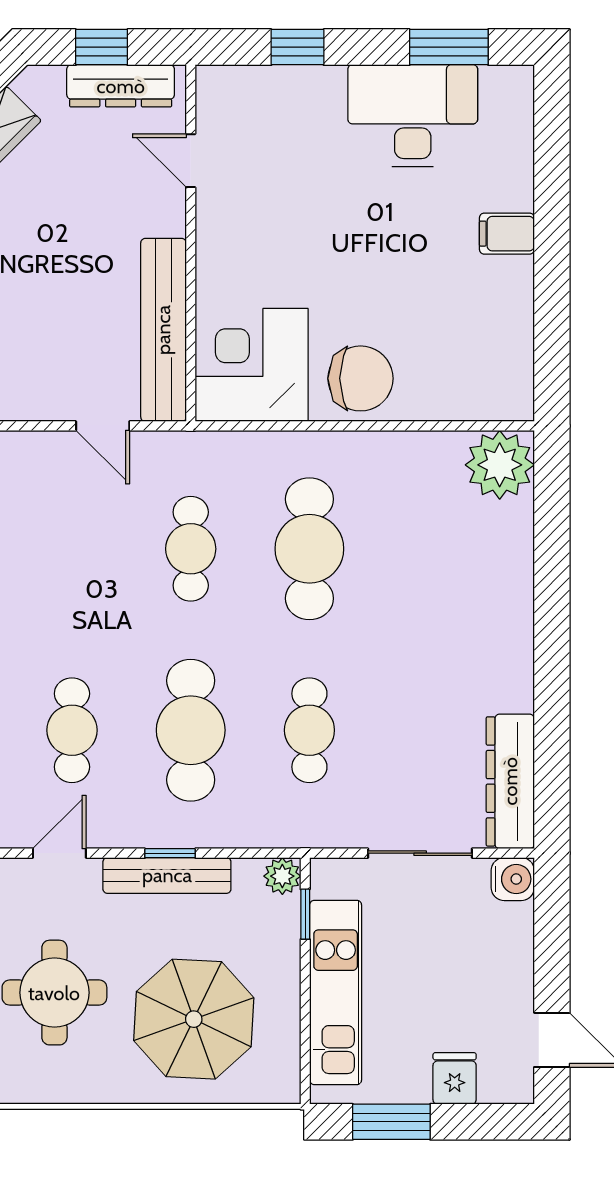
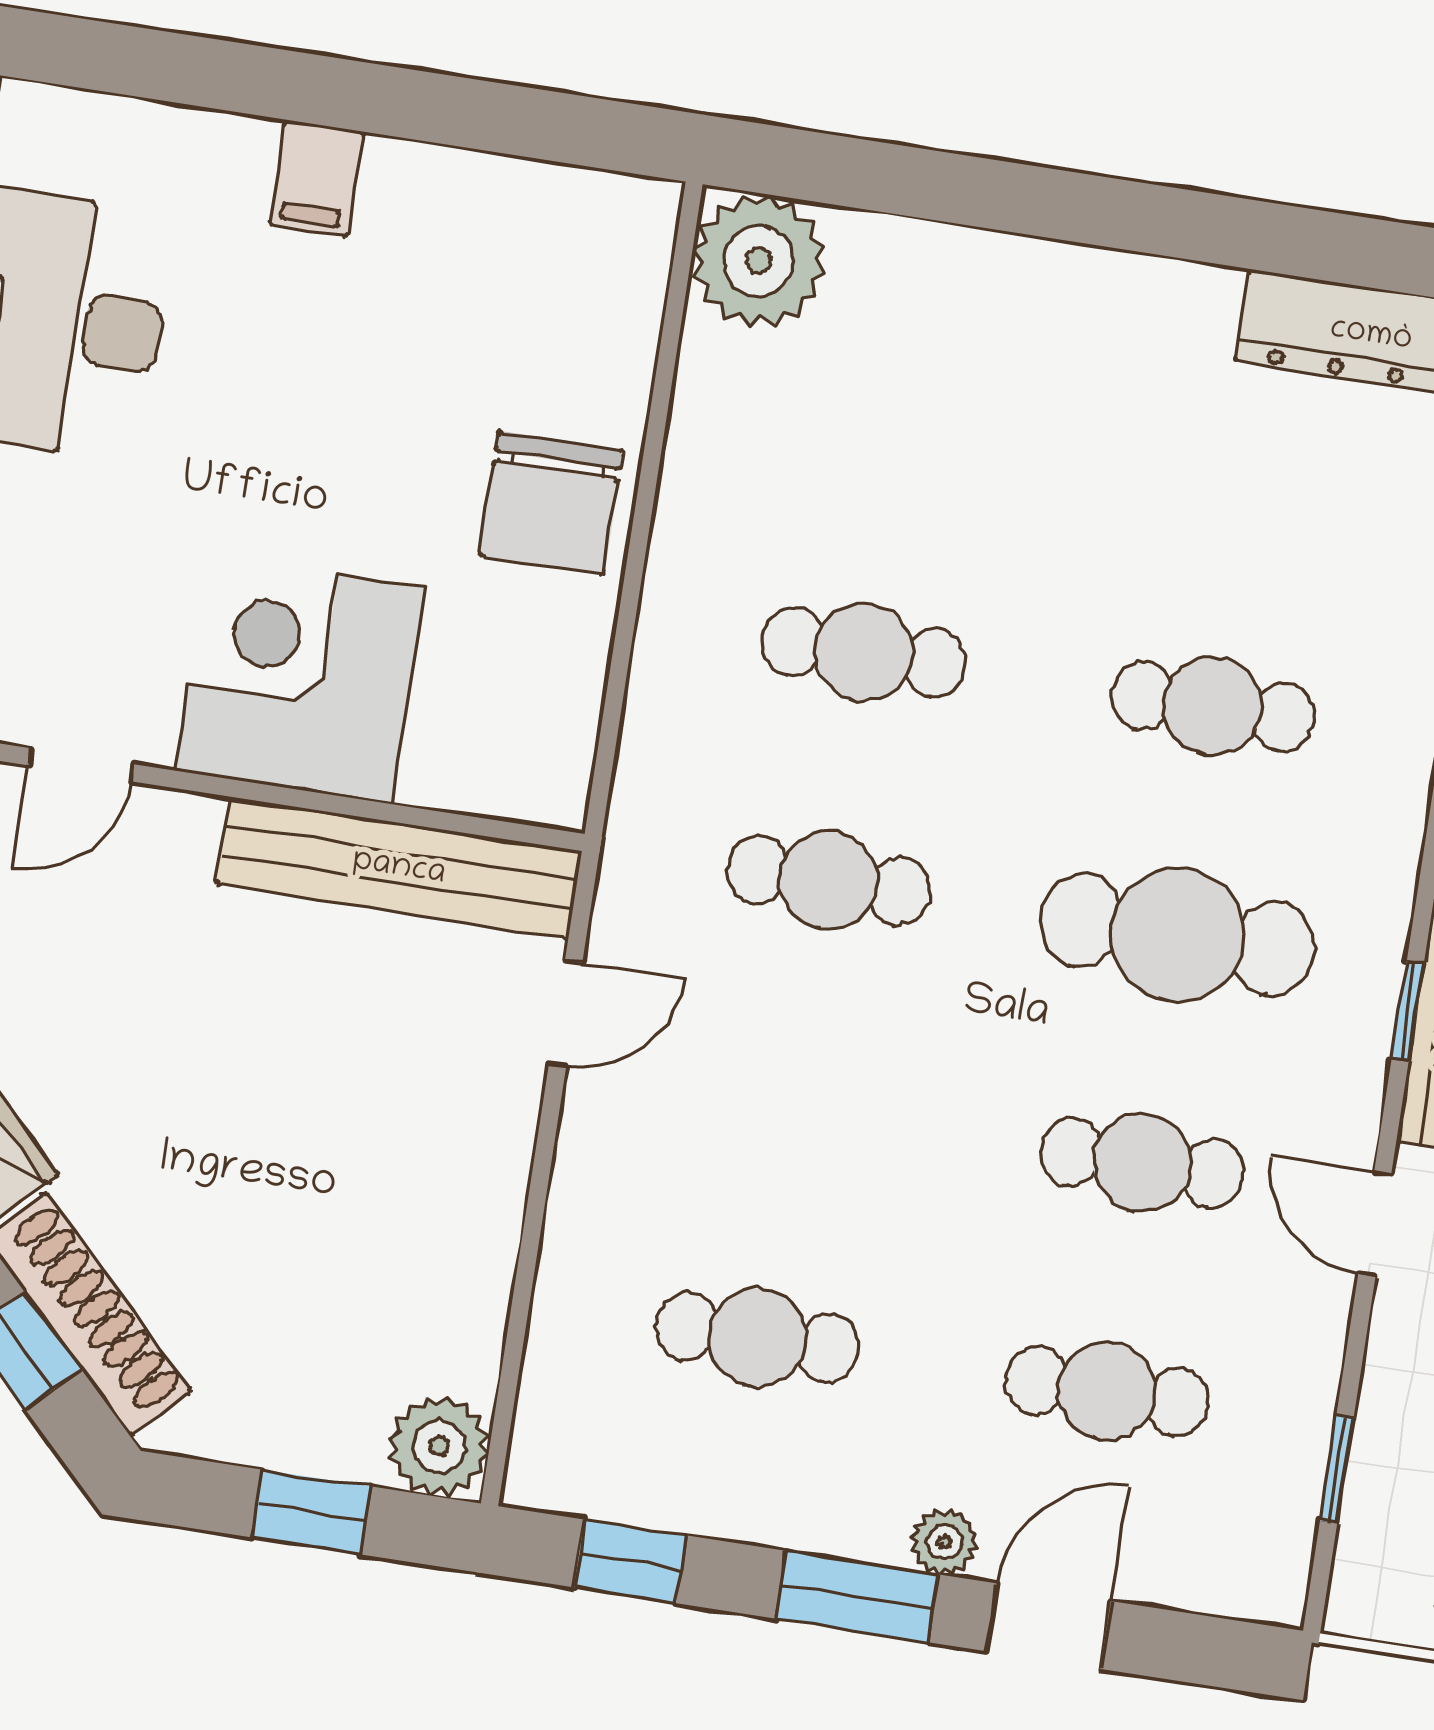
corner desk: (252, 365) -> (300, 679), moved, turned 90
chair: (361, 378) -> (551, 503), turned 180
cafe table: (309, 549) -> (864, 652), width x0.73, depth x0.74

